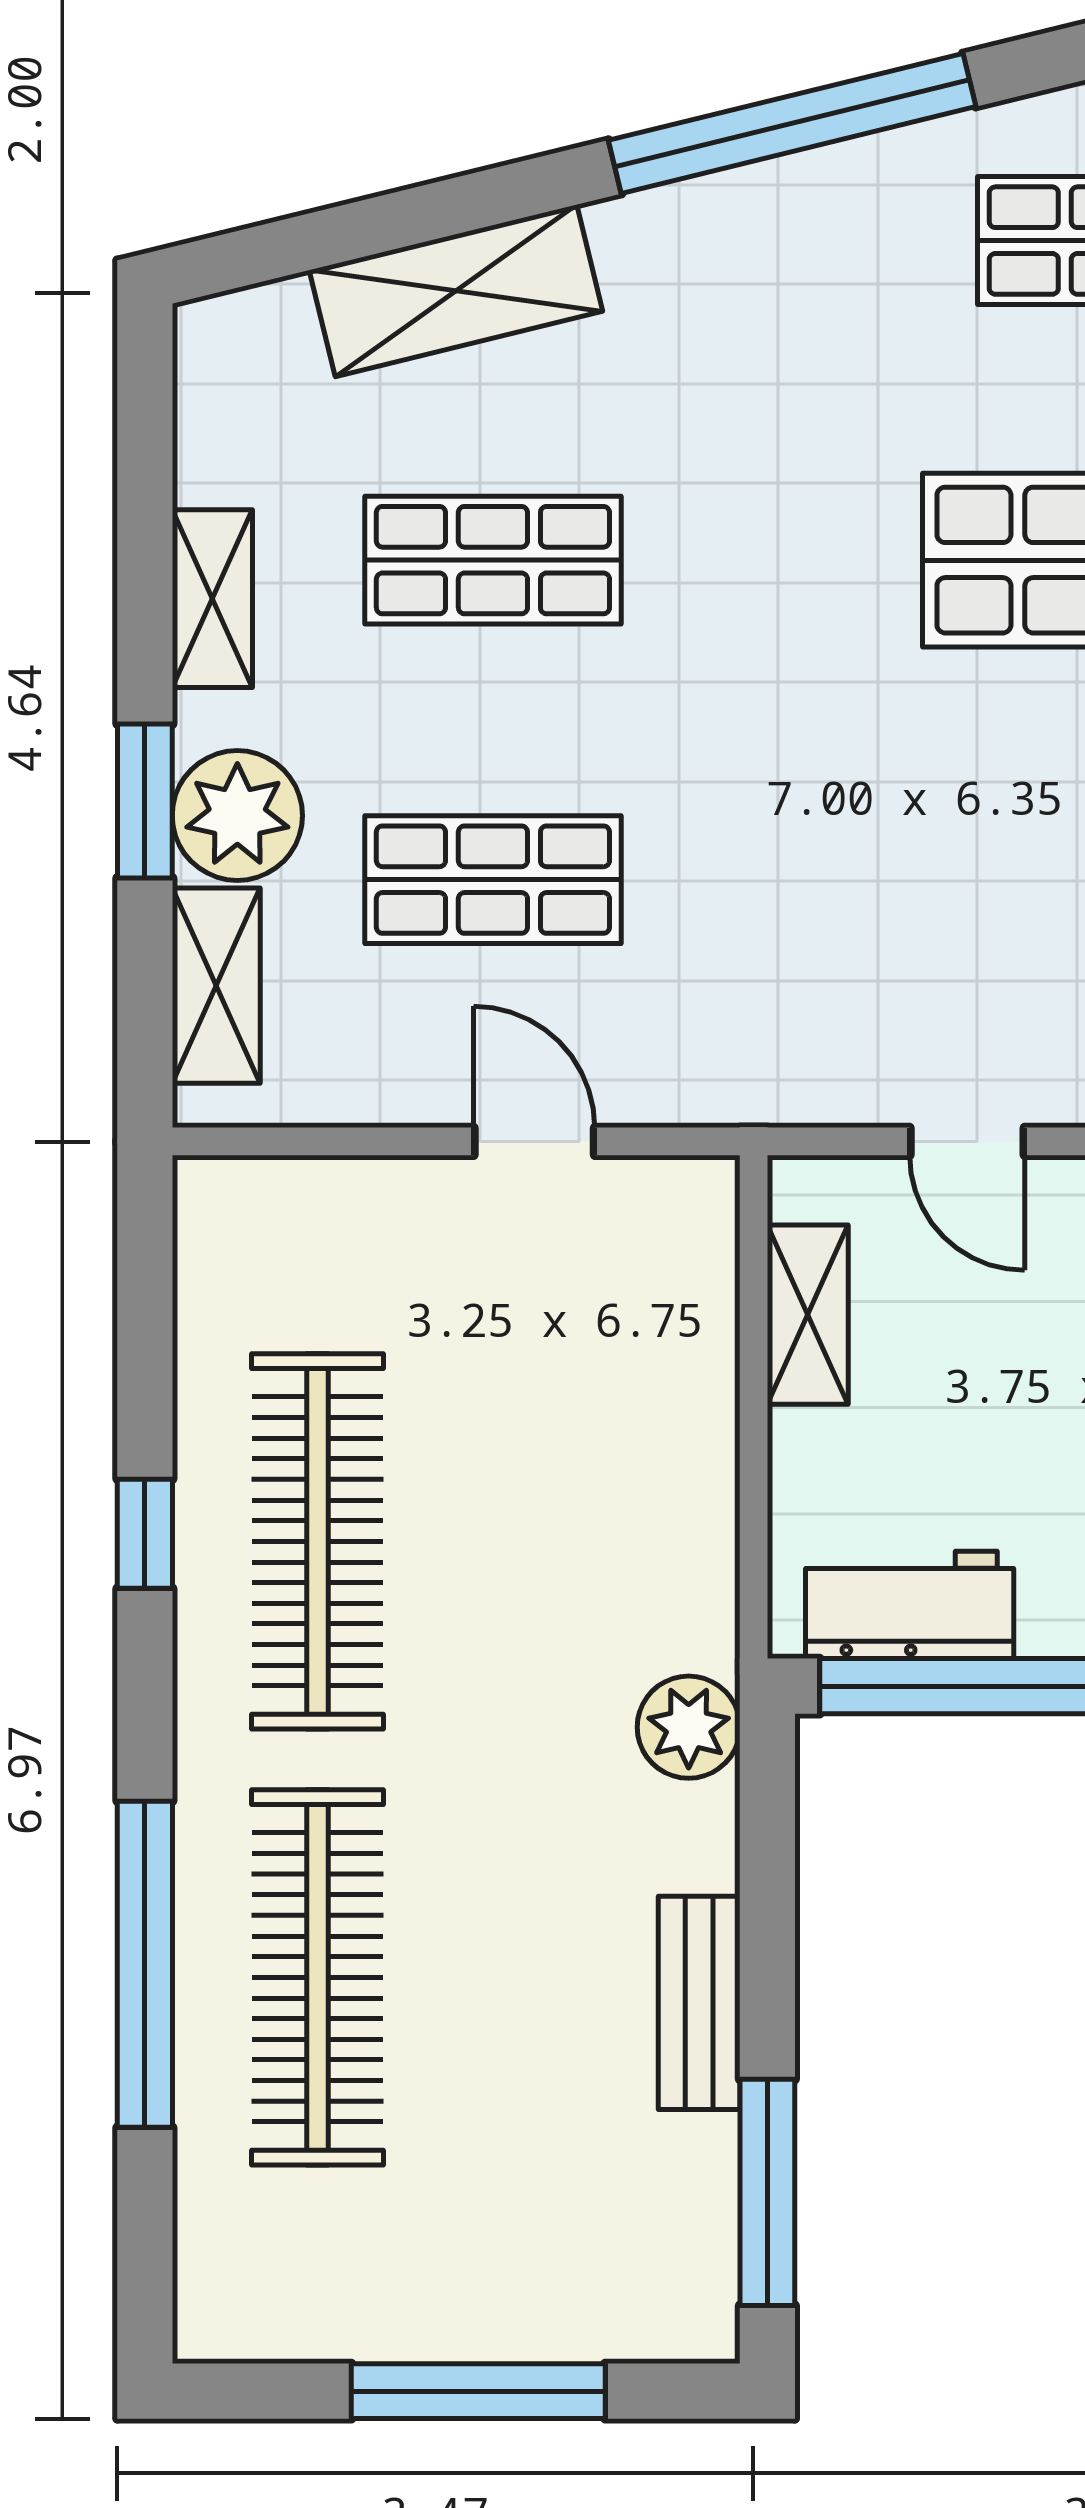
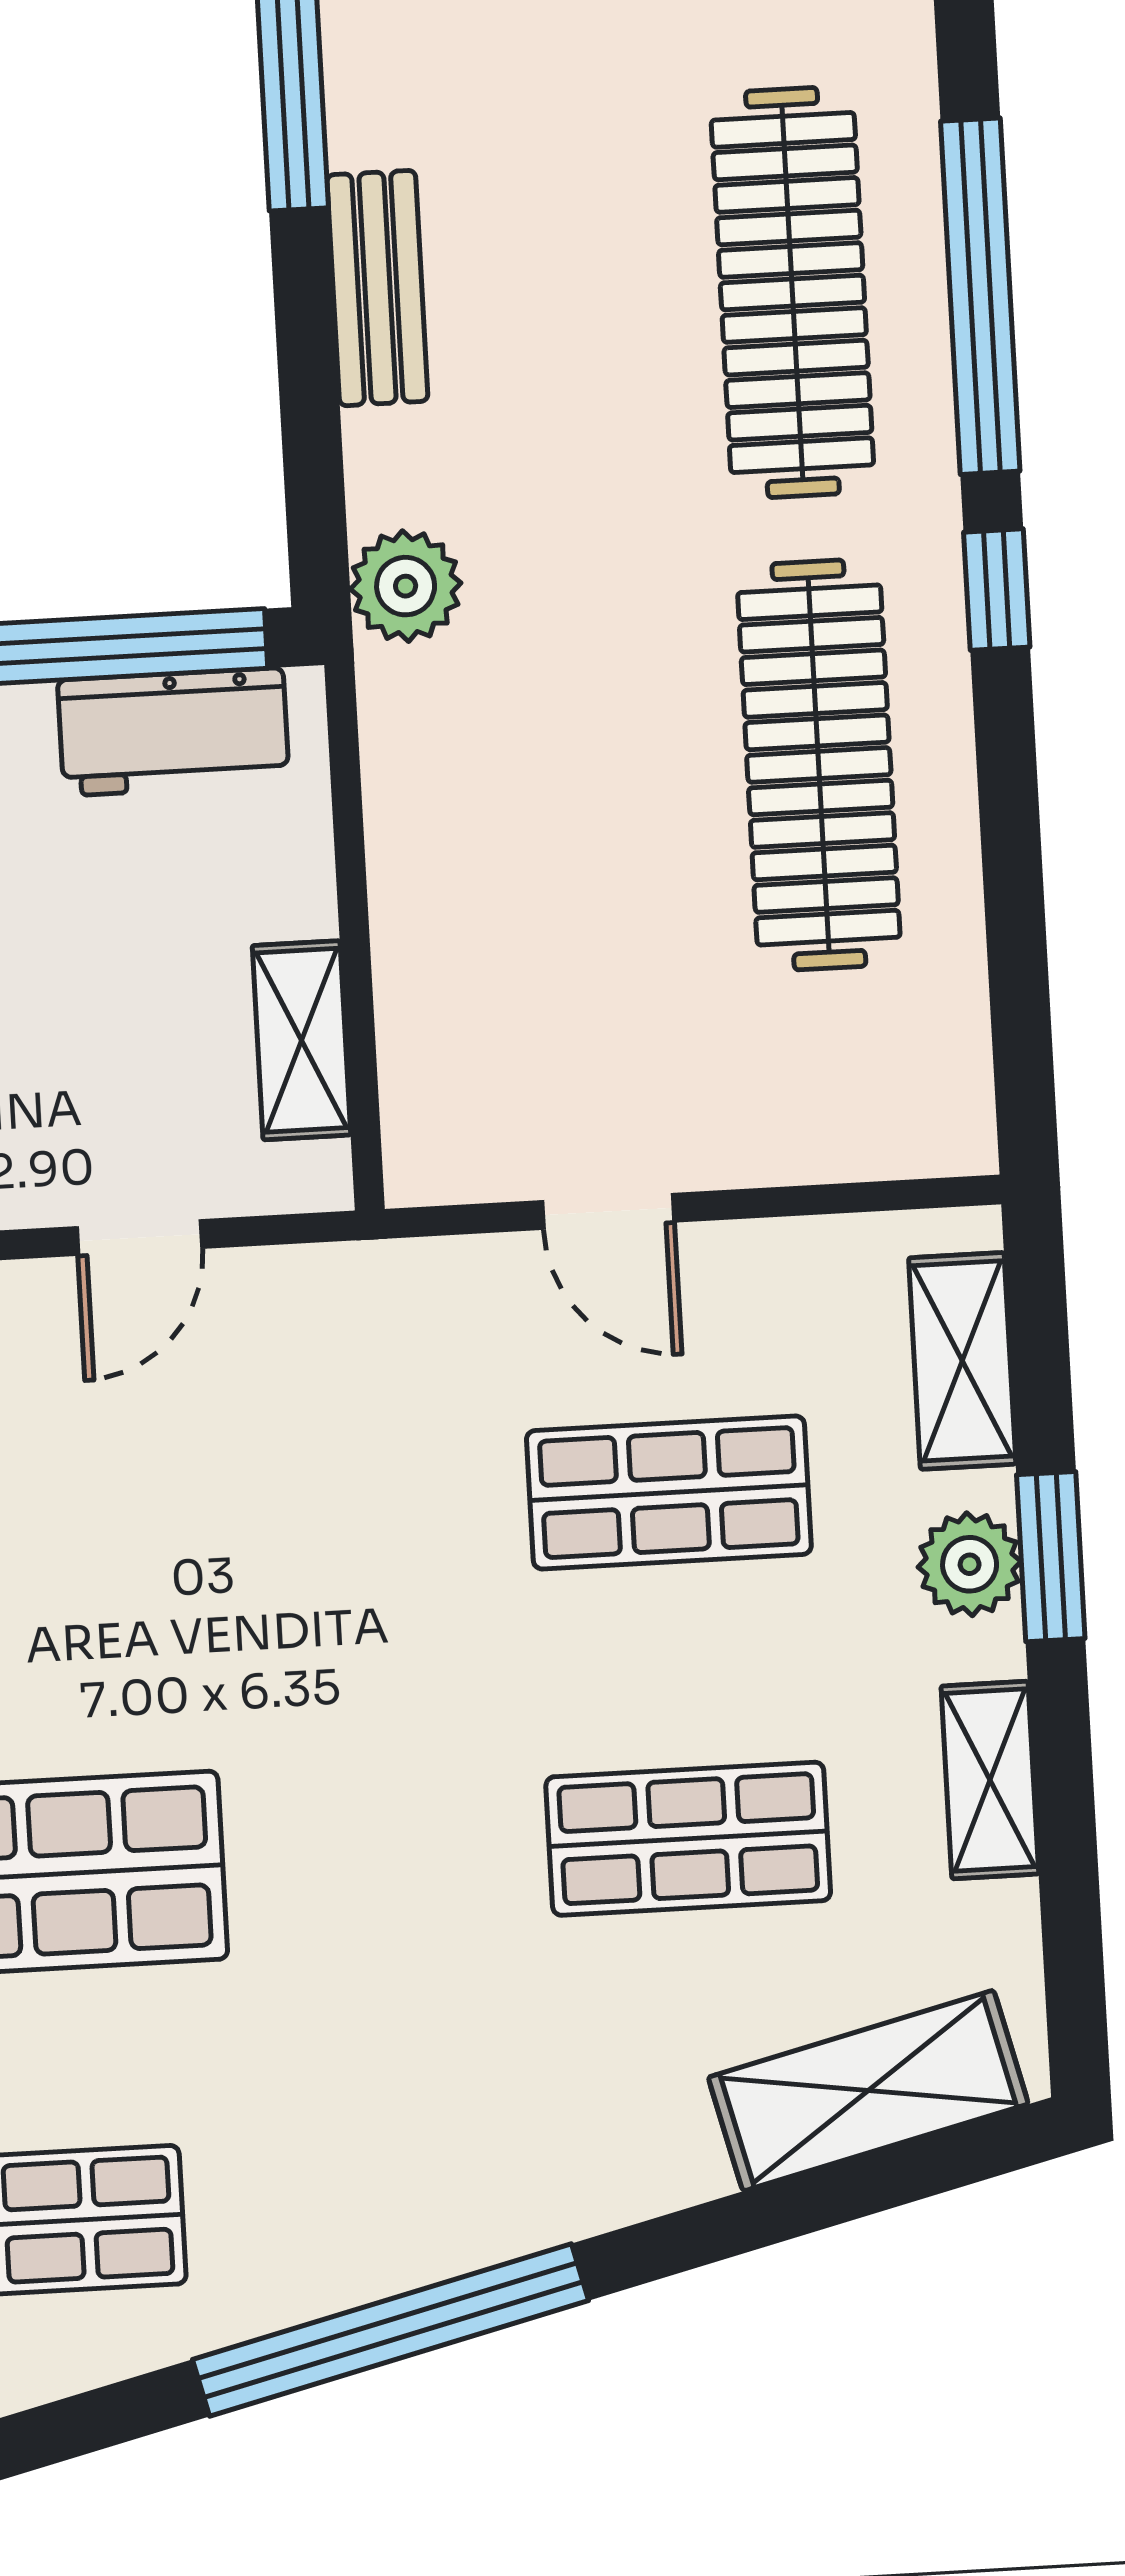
shelving: (456, 291) -> (868, 2091), moved
plant: (237, 816) -> (970, 1564), width x0.73, depth x0.73
door: (967, 1141) -> (139, 1238), swing flipped
window: (145, 1534) -> (997, 590), moved

